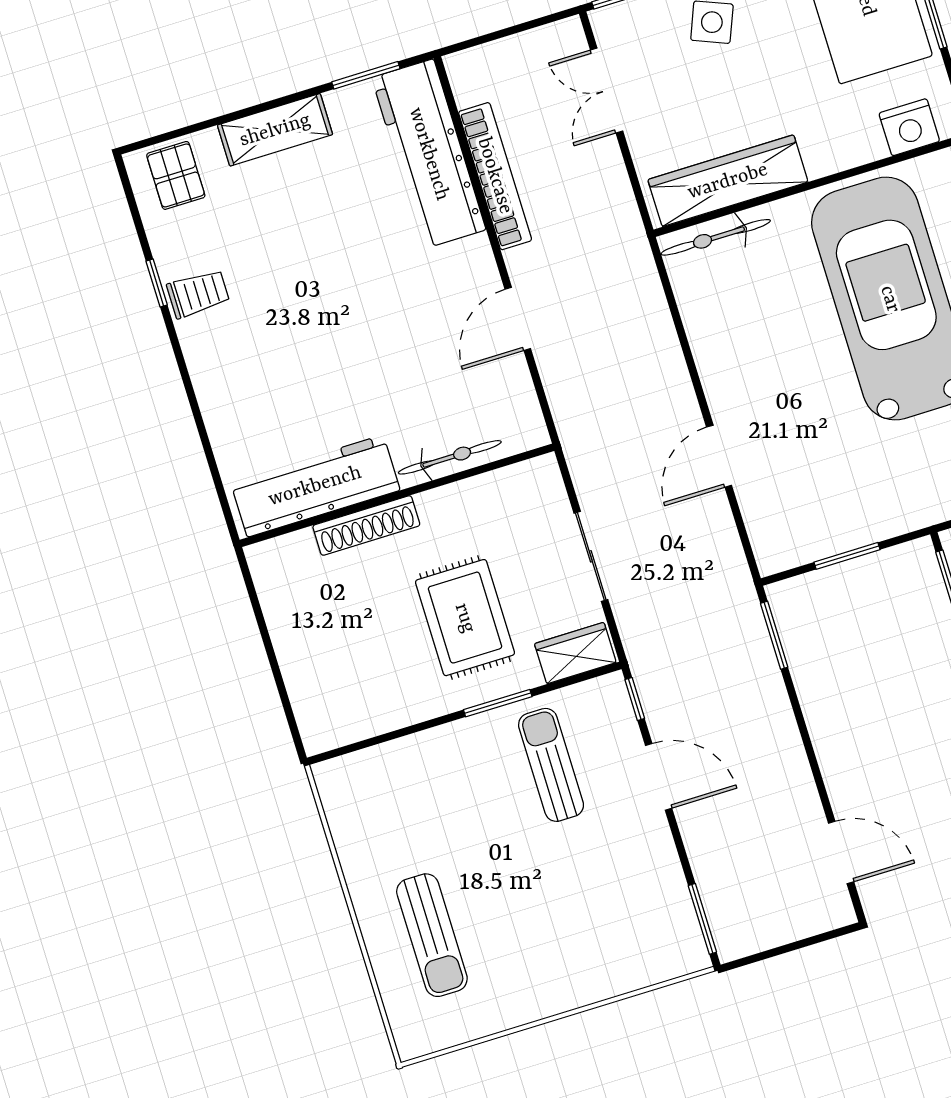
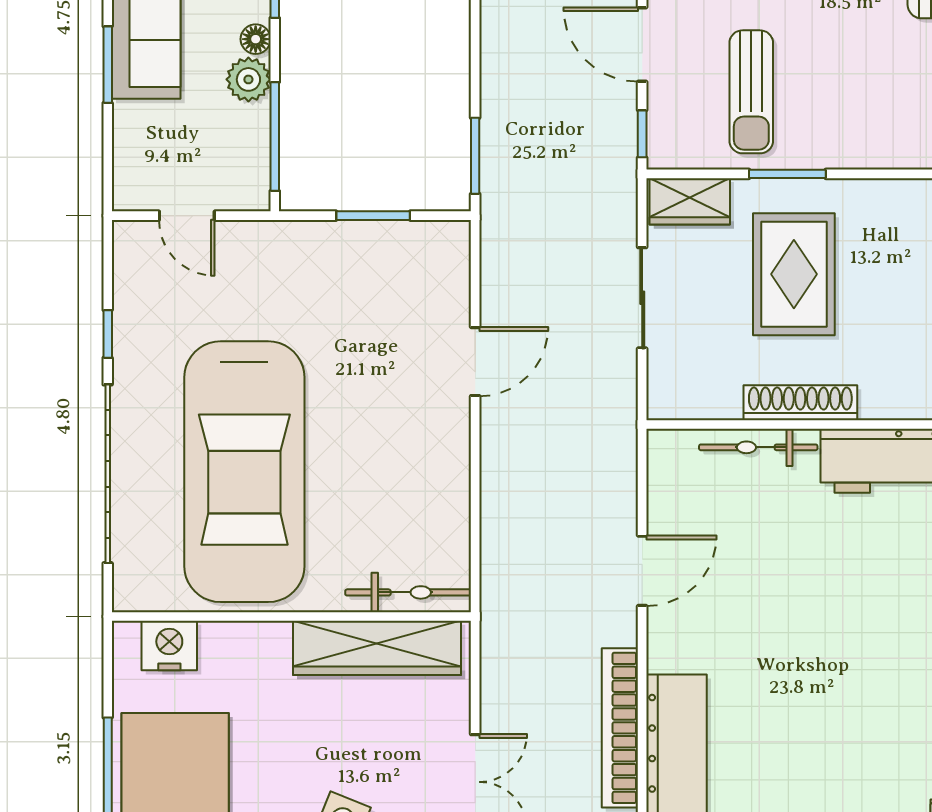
shoe rack: (366, 526) -> (800, 403), moved

